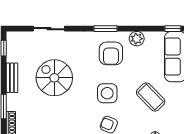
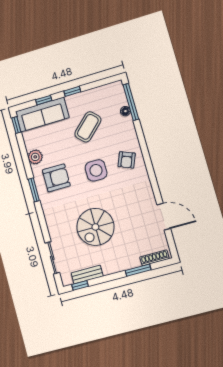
sliding door: (49, 29) -> (52, 258), moved
bench: (12, 78) -> (87, 275), moved

